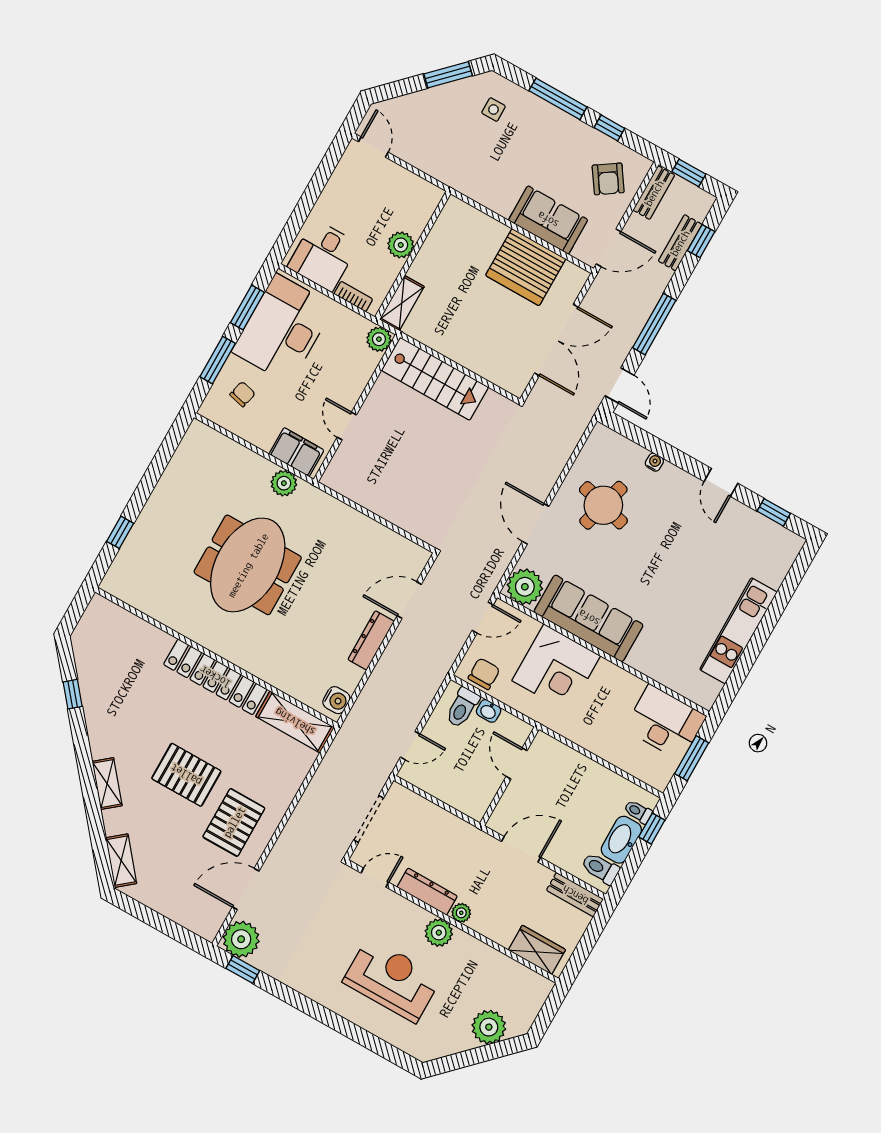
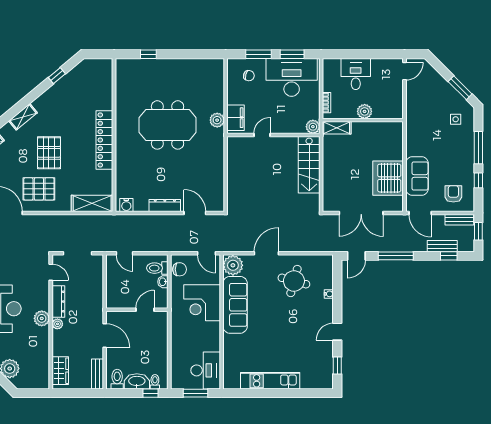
armchair: (608, 179) -> (453, 194), turned 124
desk: (323, 255) -> (356, 74), moved, turned 90
shelving: (295, 722) -> (92, 203), moved, turned 90

